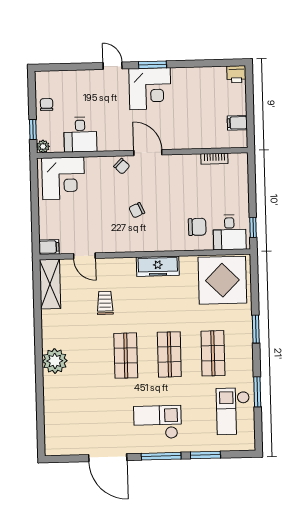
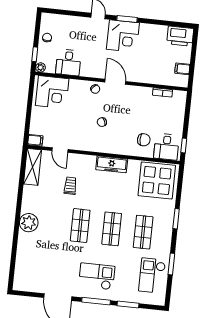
printer: (236, 74) -> (180, 36), width x1.87, depth x1.48

